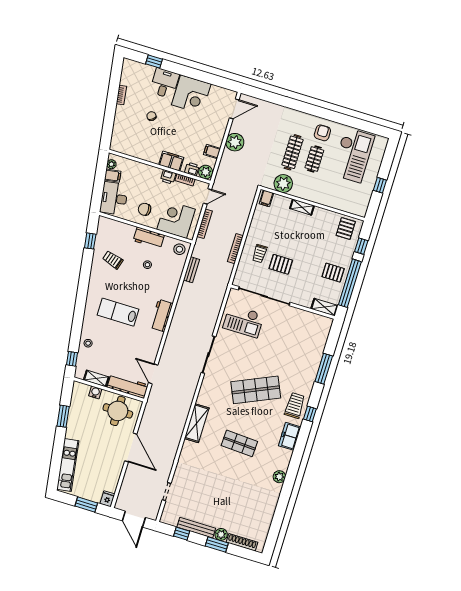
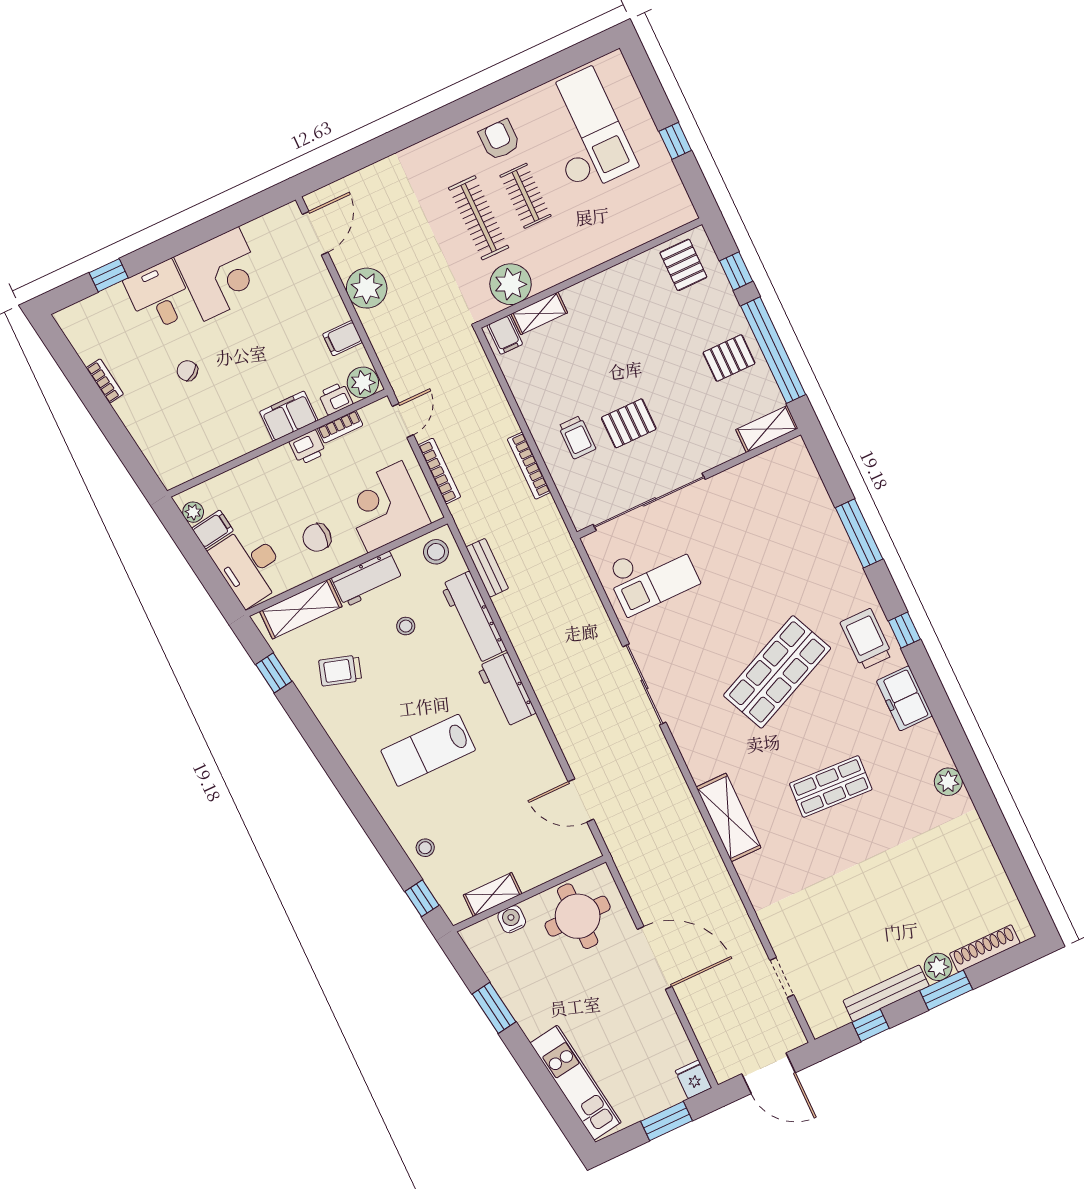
shelving: (302, 207) -> (539, 313), moved
shelving: (118, 228) -> (301, 609), added
workbench: (128, 386) -> (473, 617), moved, turned -90

